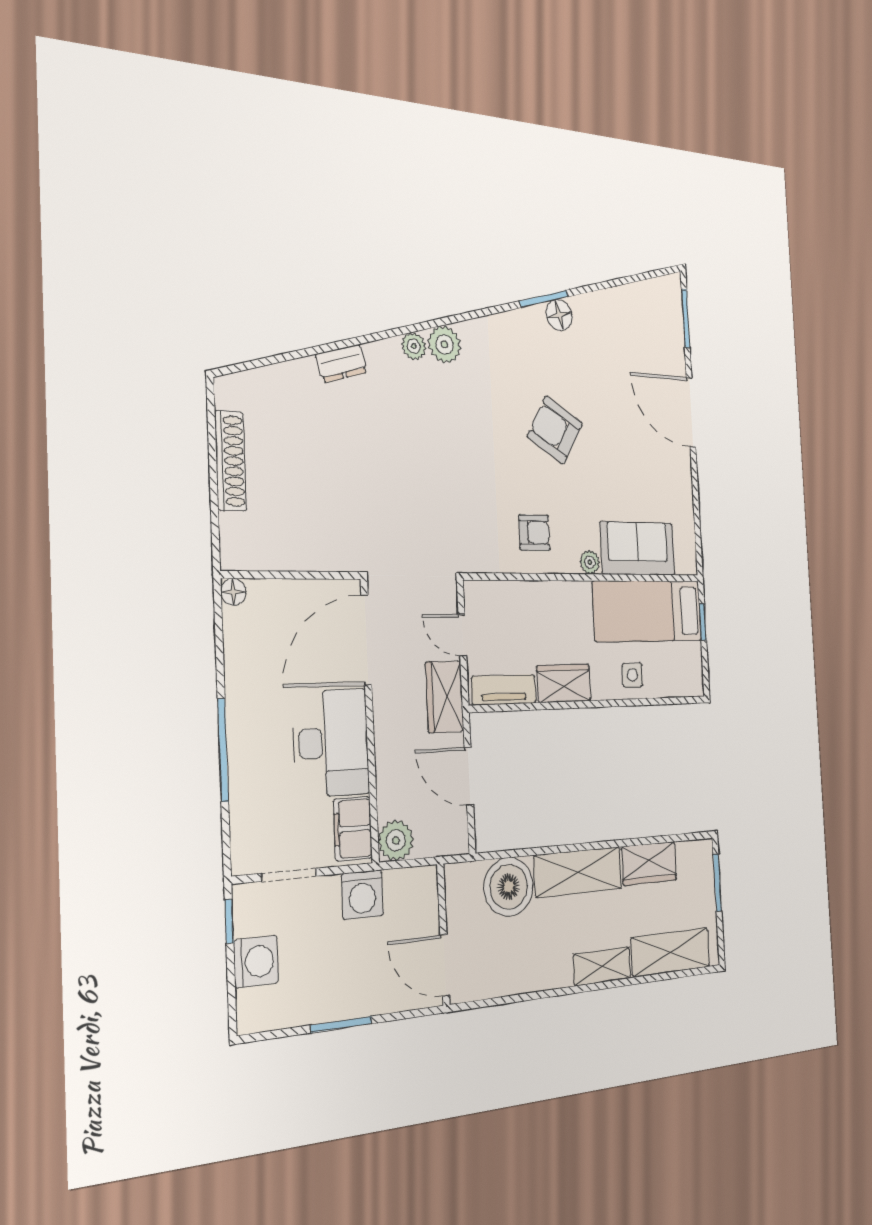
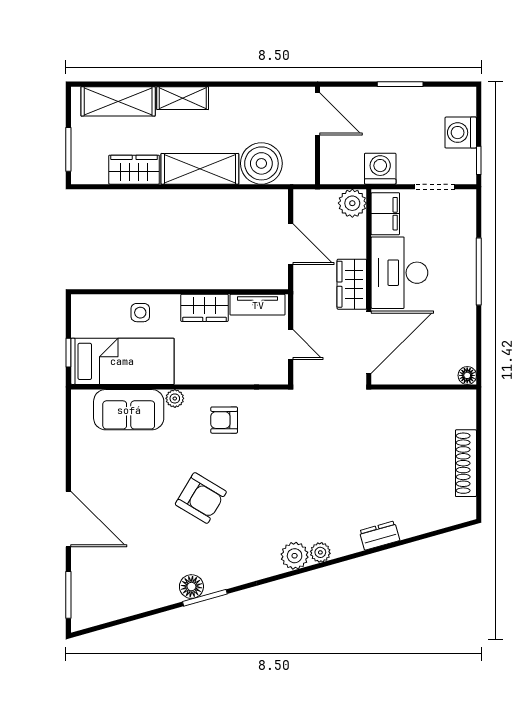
wardrobe: (445, 697) -> (352, 284), moved, turned 180

